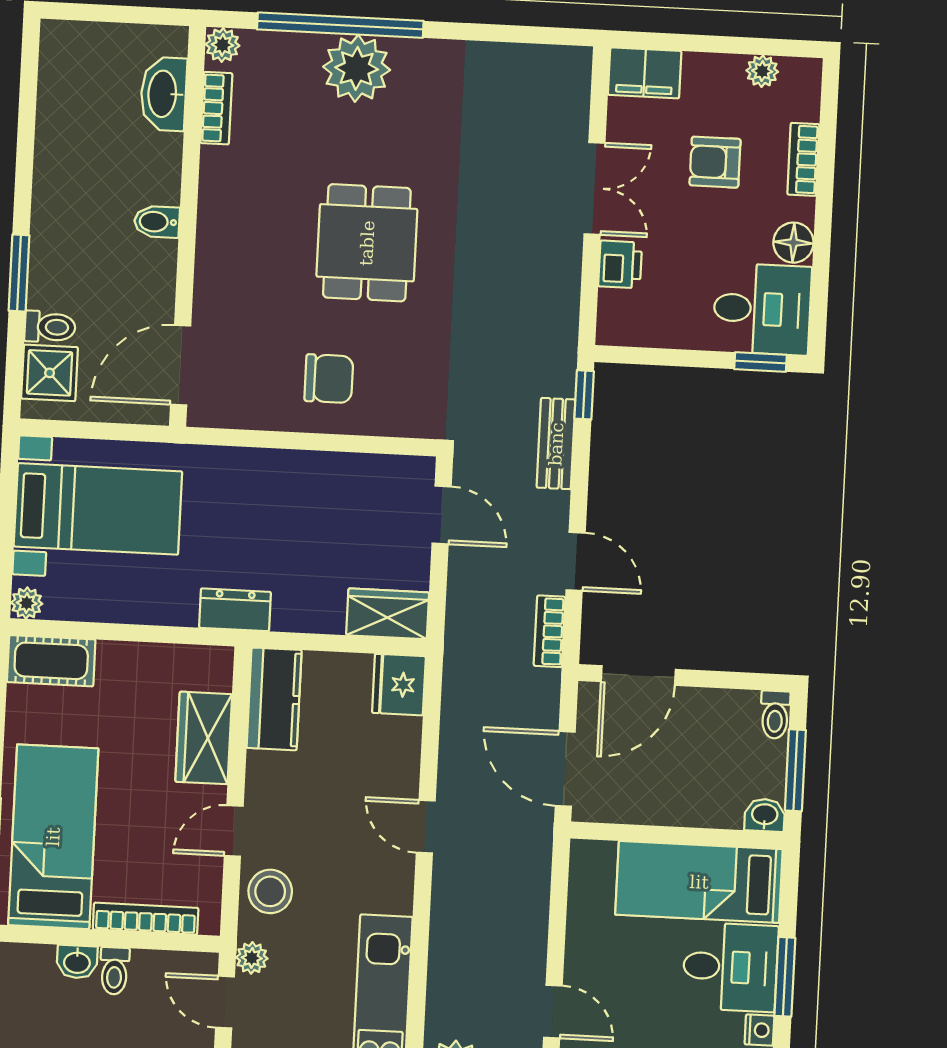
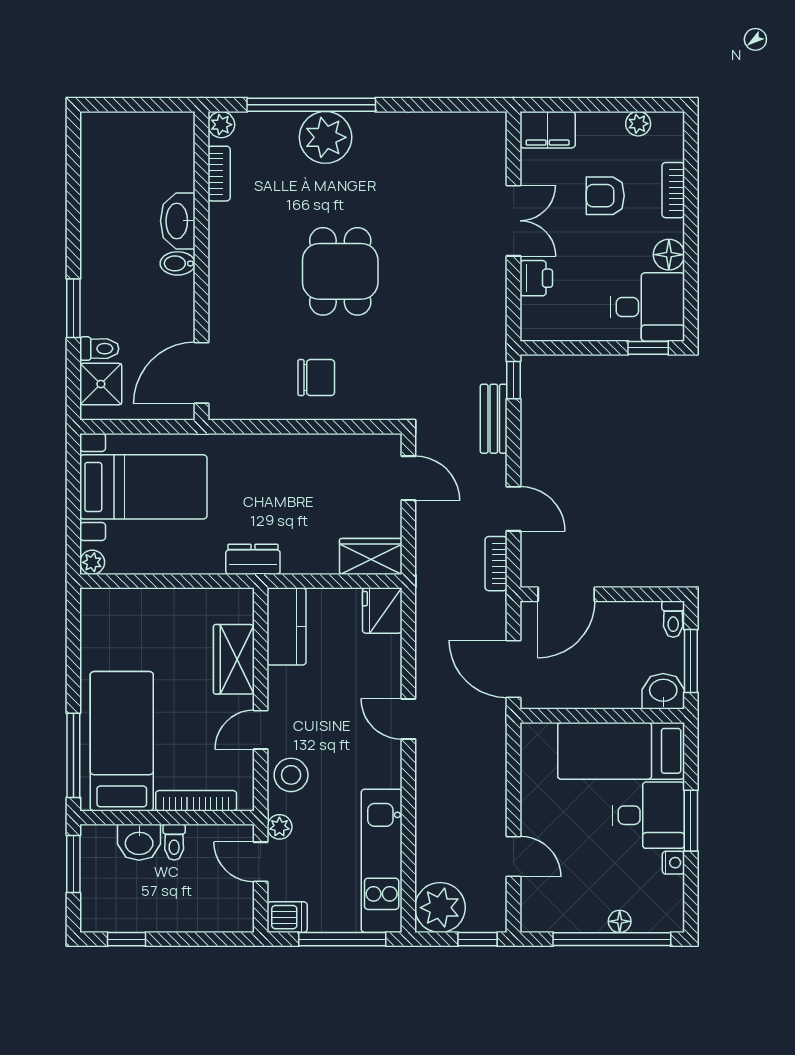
washbasin: (164, 94) -> (178, 221), moved
cot: (51, 661) -> (113, 606), removed
washbasin: (765, 815) -> (663, 691), width x1.38, depth x1.45
washbasin: (77, 962) -> (139, 842), width x1.38, depth x1.45

